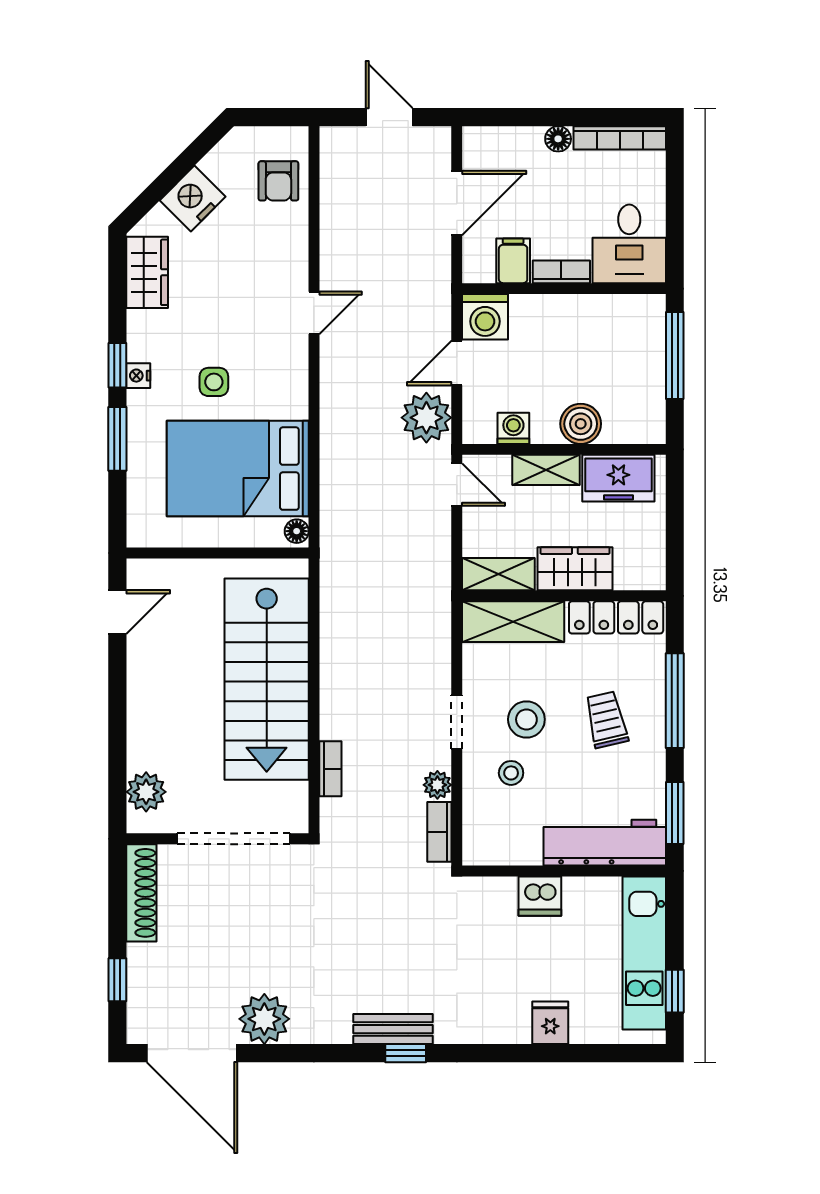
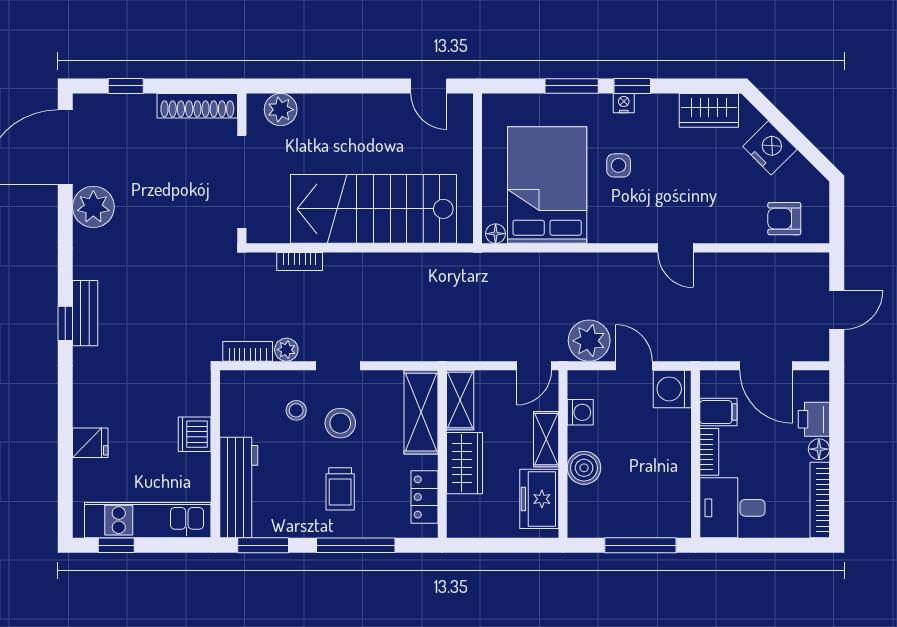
printer: (522, 145) -> (814, 419), added
locker: (616, 617) -> (424, 497), width x0.66
trolley: (606, 720) -> (340, 489), turned 103

